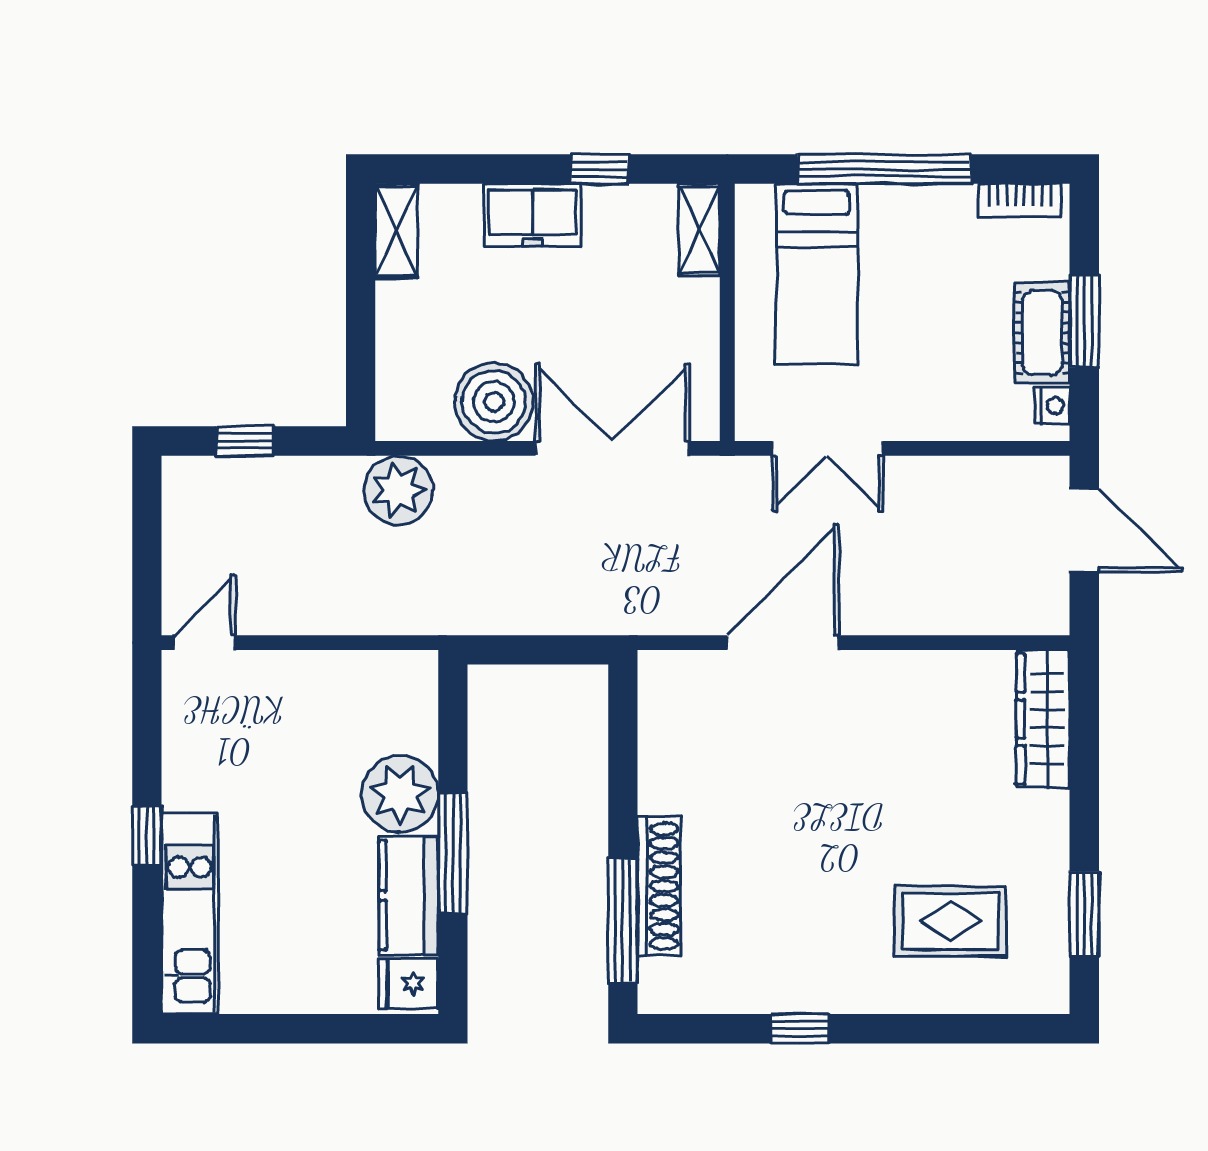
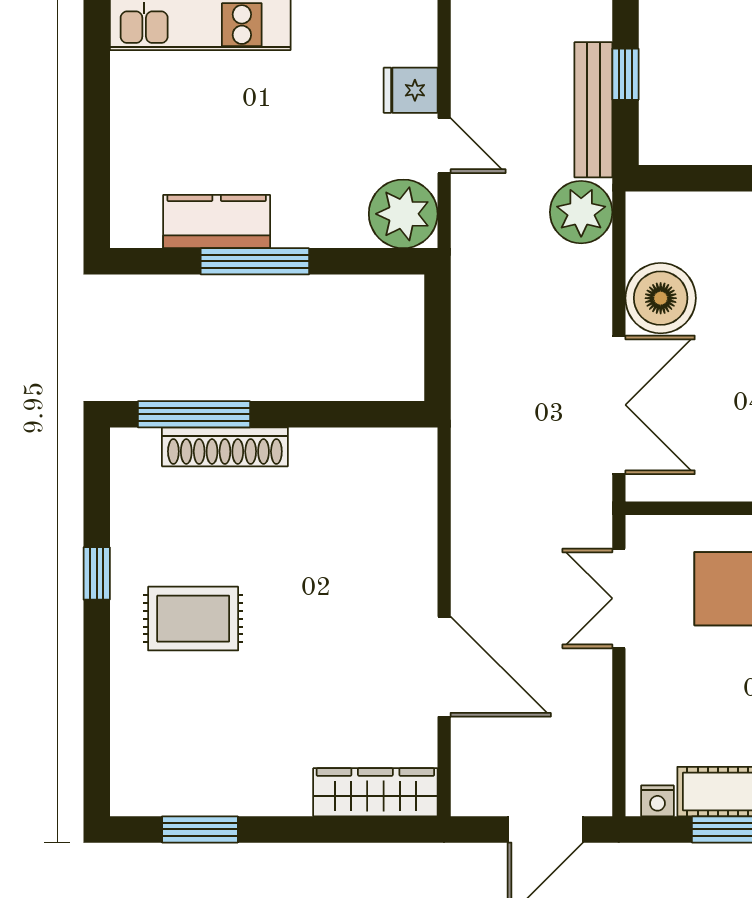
bench: (284, 477) -> (593, 110), added
door: (205, 643) -> (444, 146), moved
door: (783, 643) -> (444, 667), moved
plant: (400, 794) -> (403, 214), moved
rug: (950, 921) -> (193, 619), moved, turned 90
fridge: (408, 984) -> (411, 90), moved, turned -90

